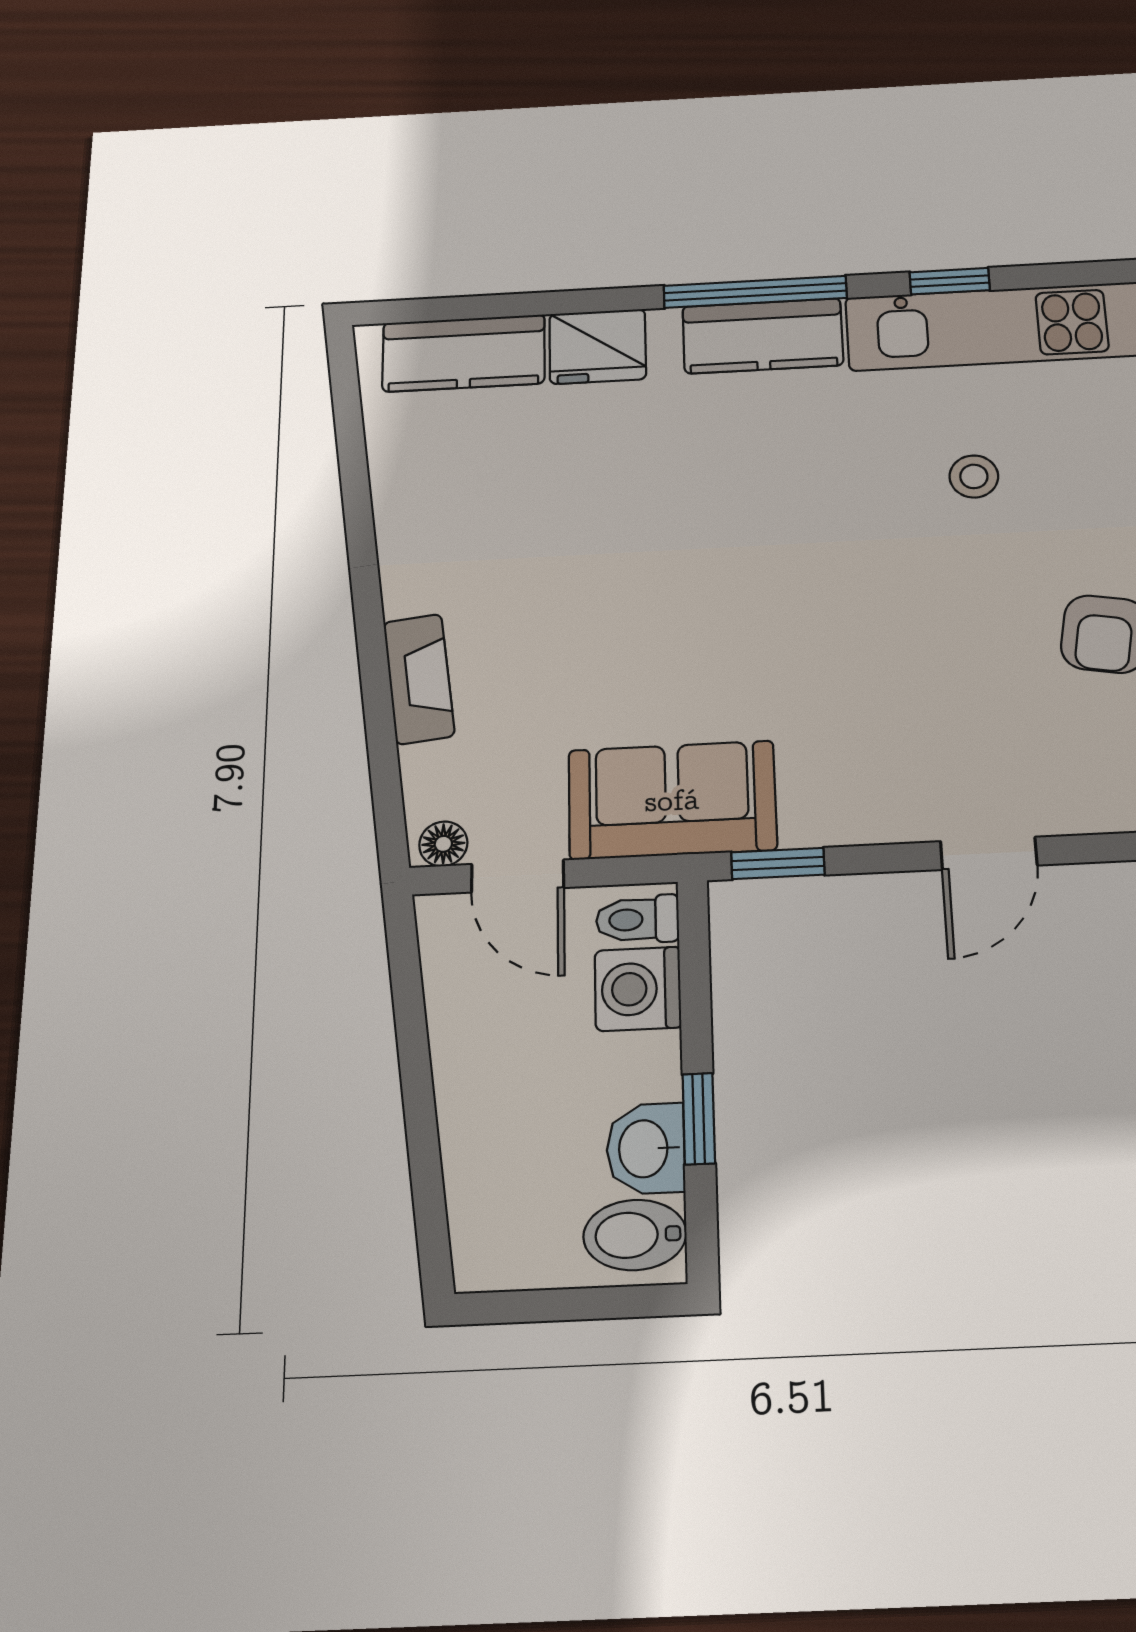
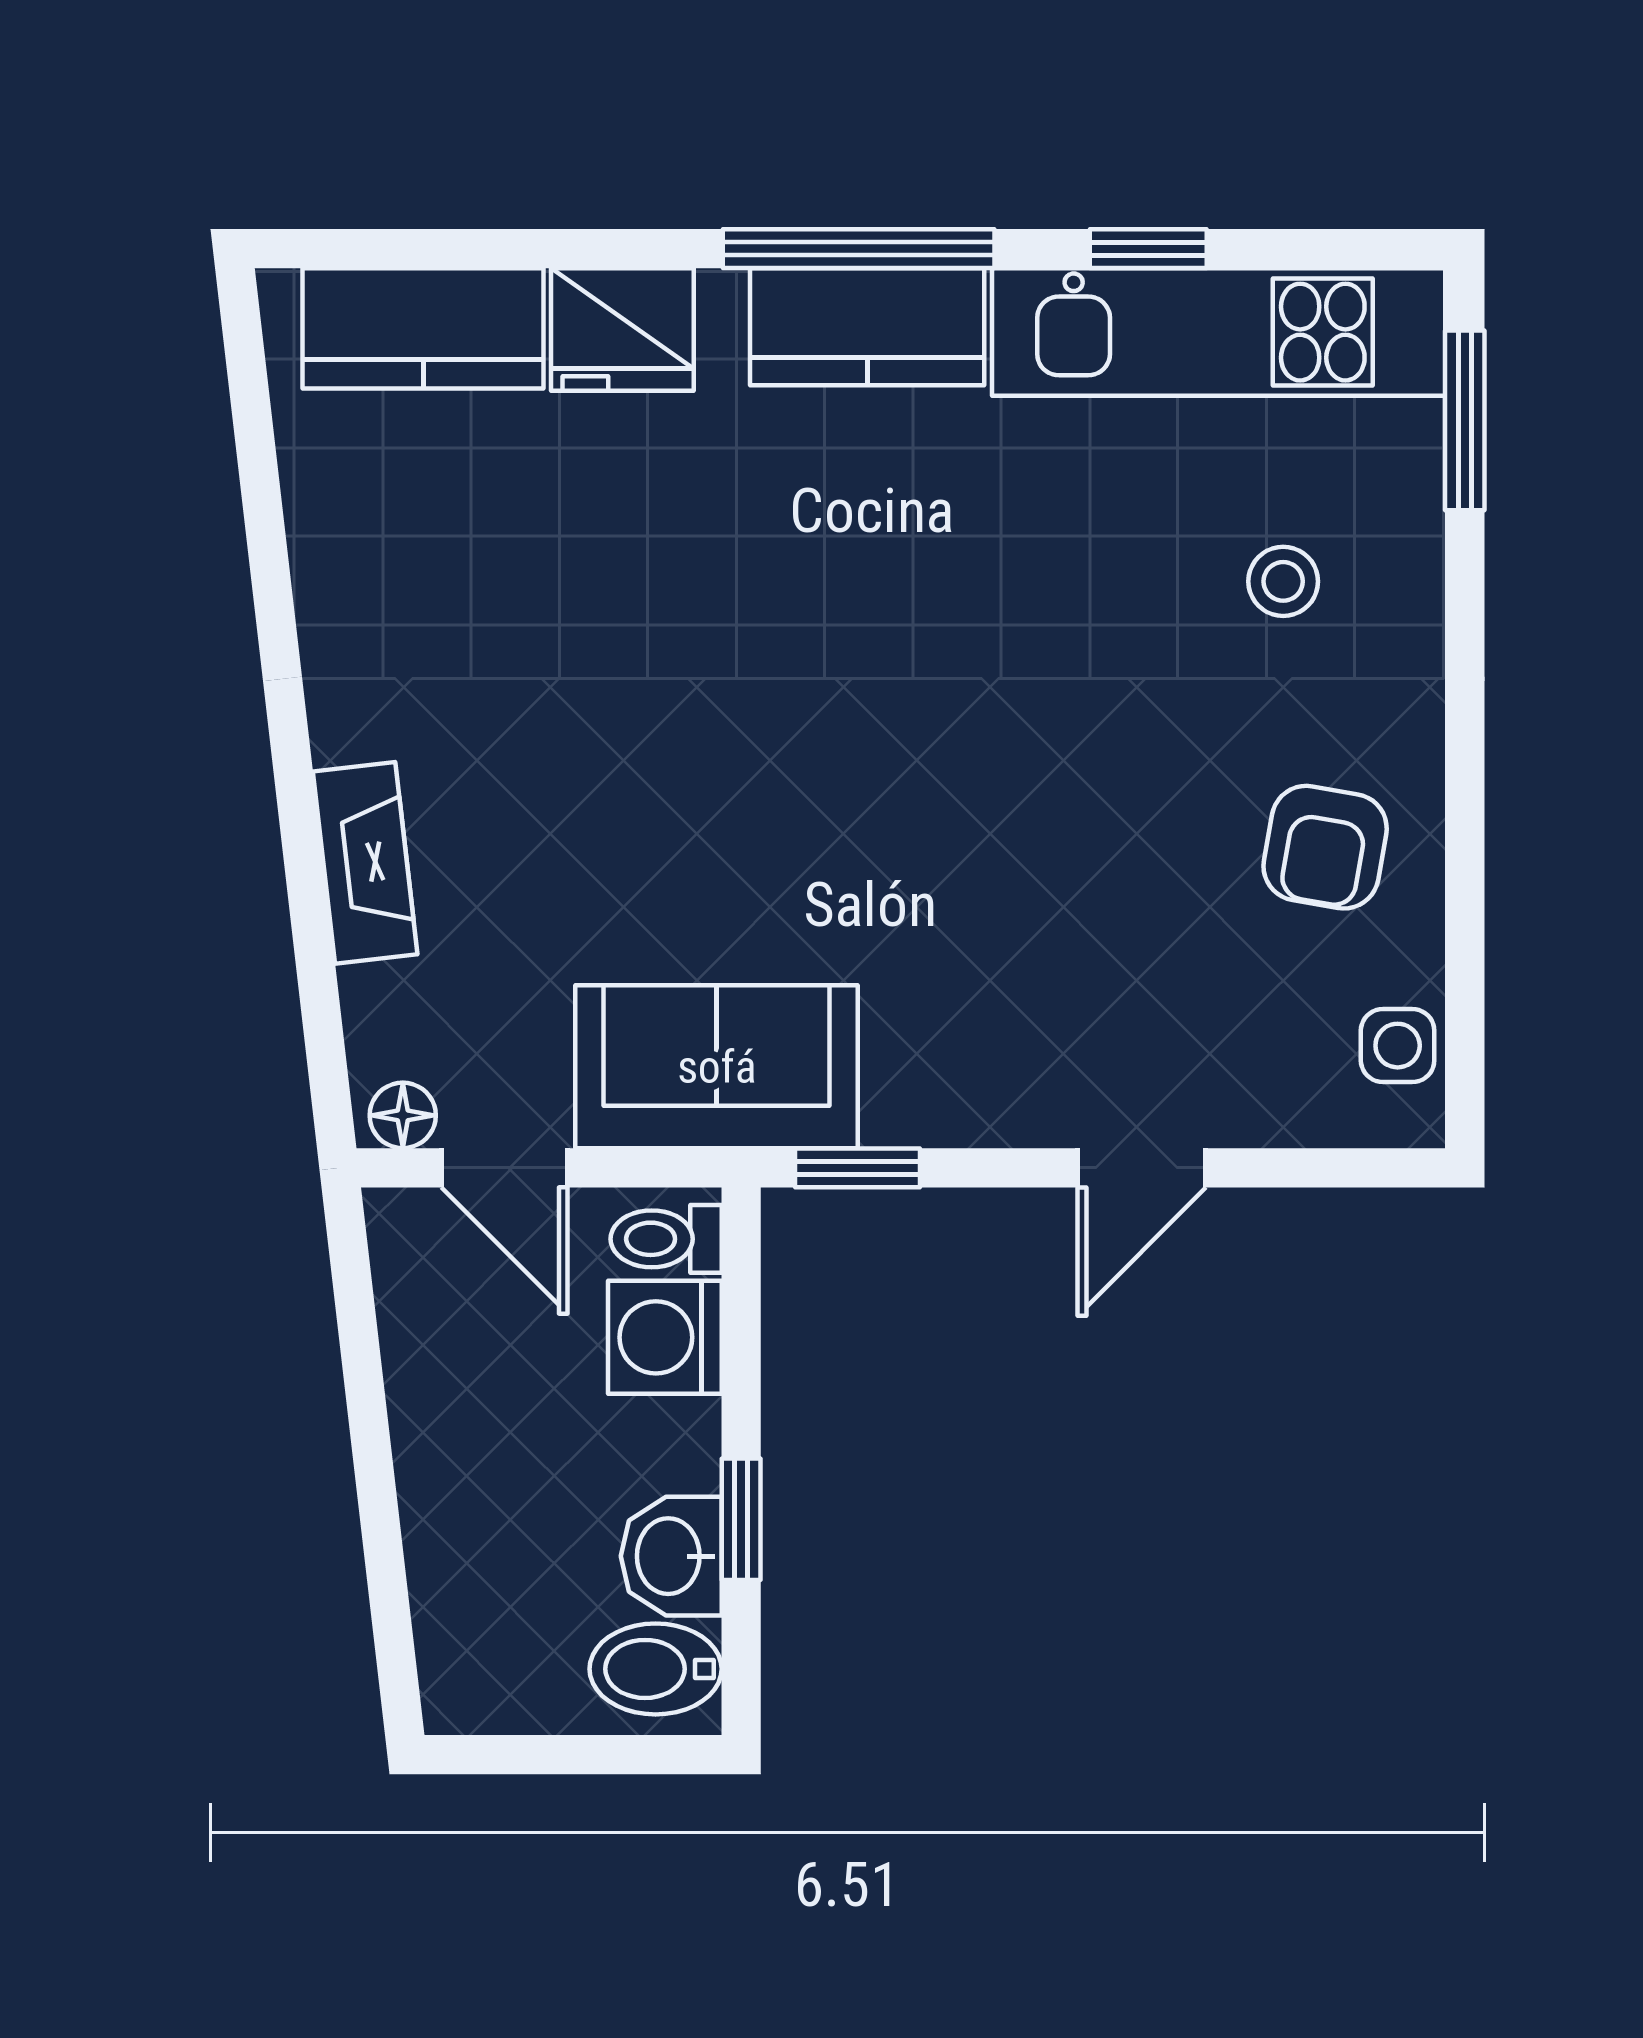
stool: (974, 476) -> (1283, 581), moved

